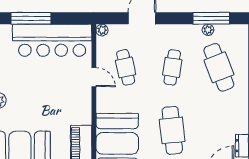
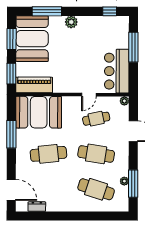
bar counter: (52, 40) -> (117, 71), width x0.73
cafe table: (172, 67) -> (96, 154), width x1.37, depth x1.35
cafe table: (219, 67) -> (96, 189), turned 39

